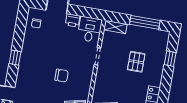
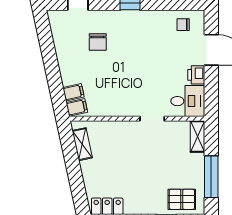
pallet: (136, 62) -> (182, 199), moved
chair: (62, 76) -> (98, 42), moved

